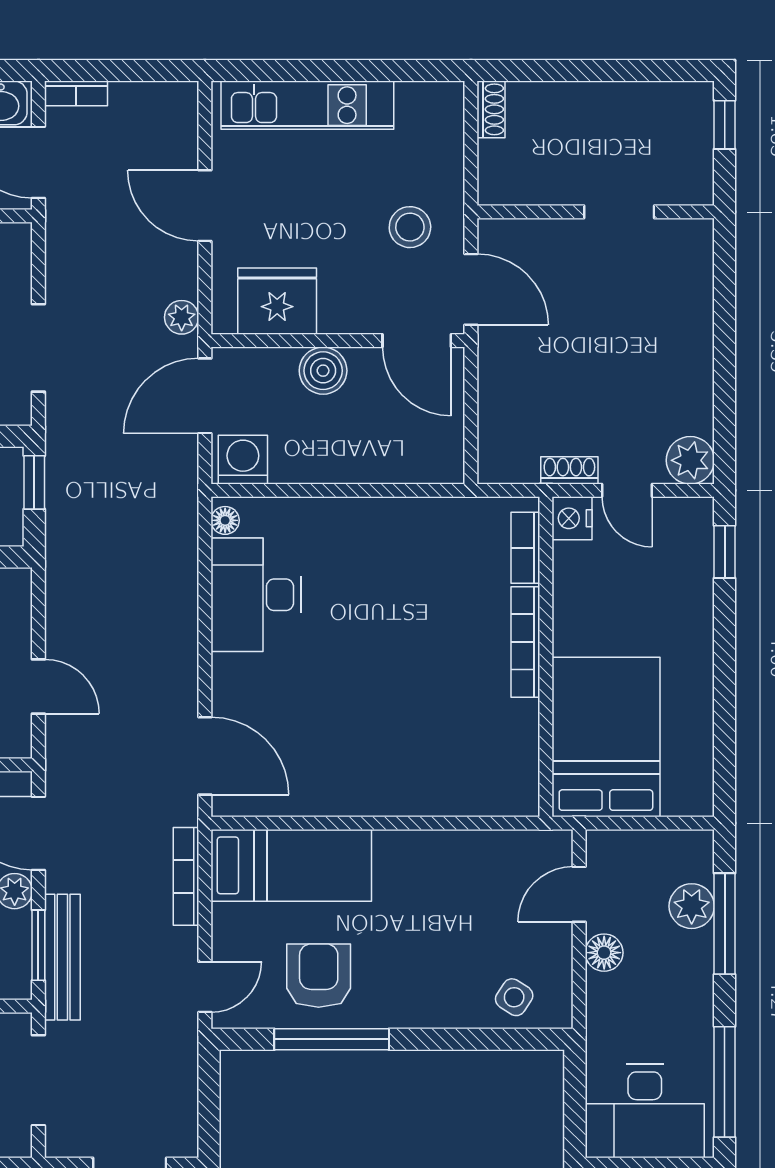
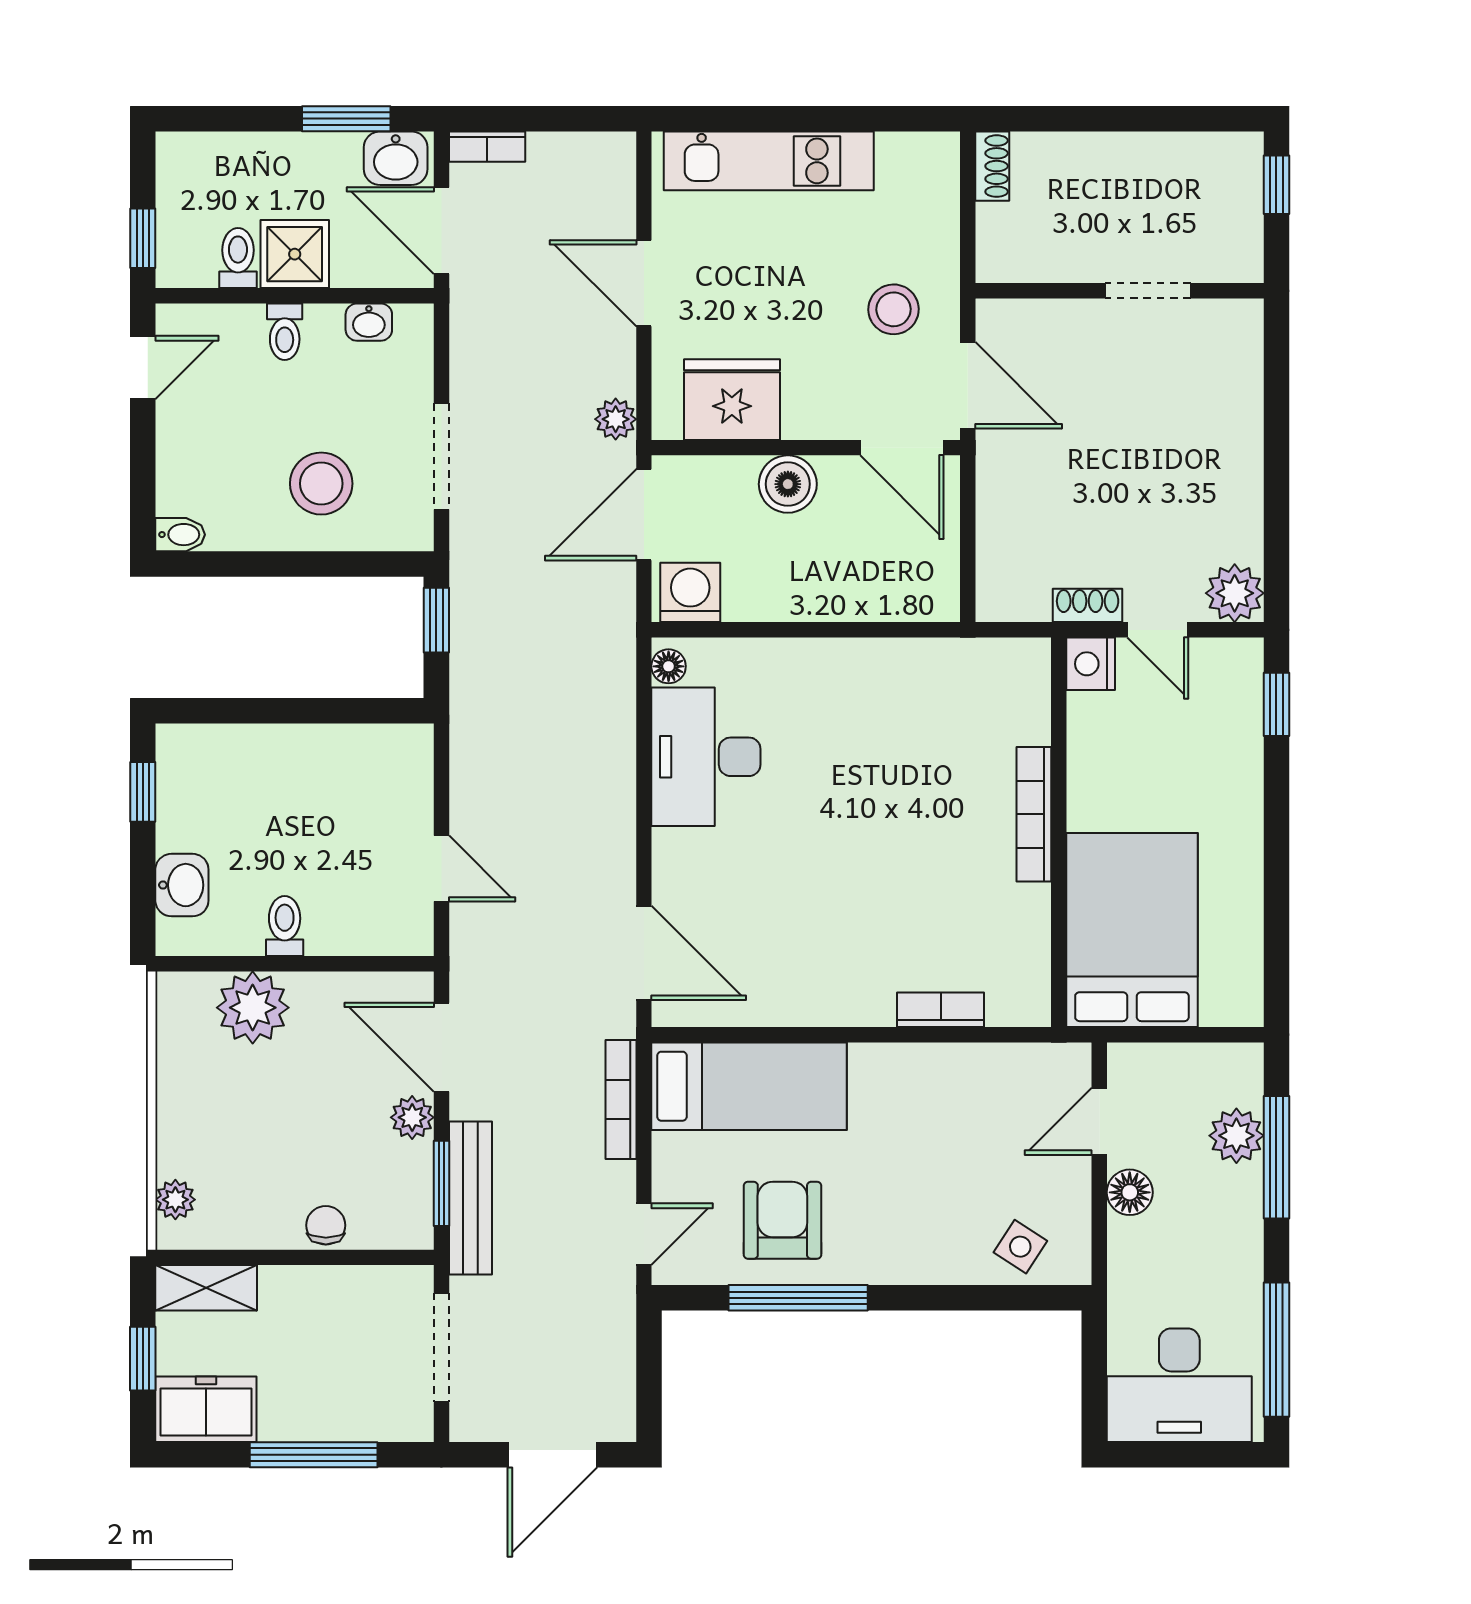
bookcase: (525, 548) -> (941, 1010), moved, turned 90

